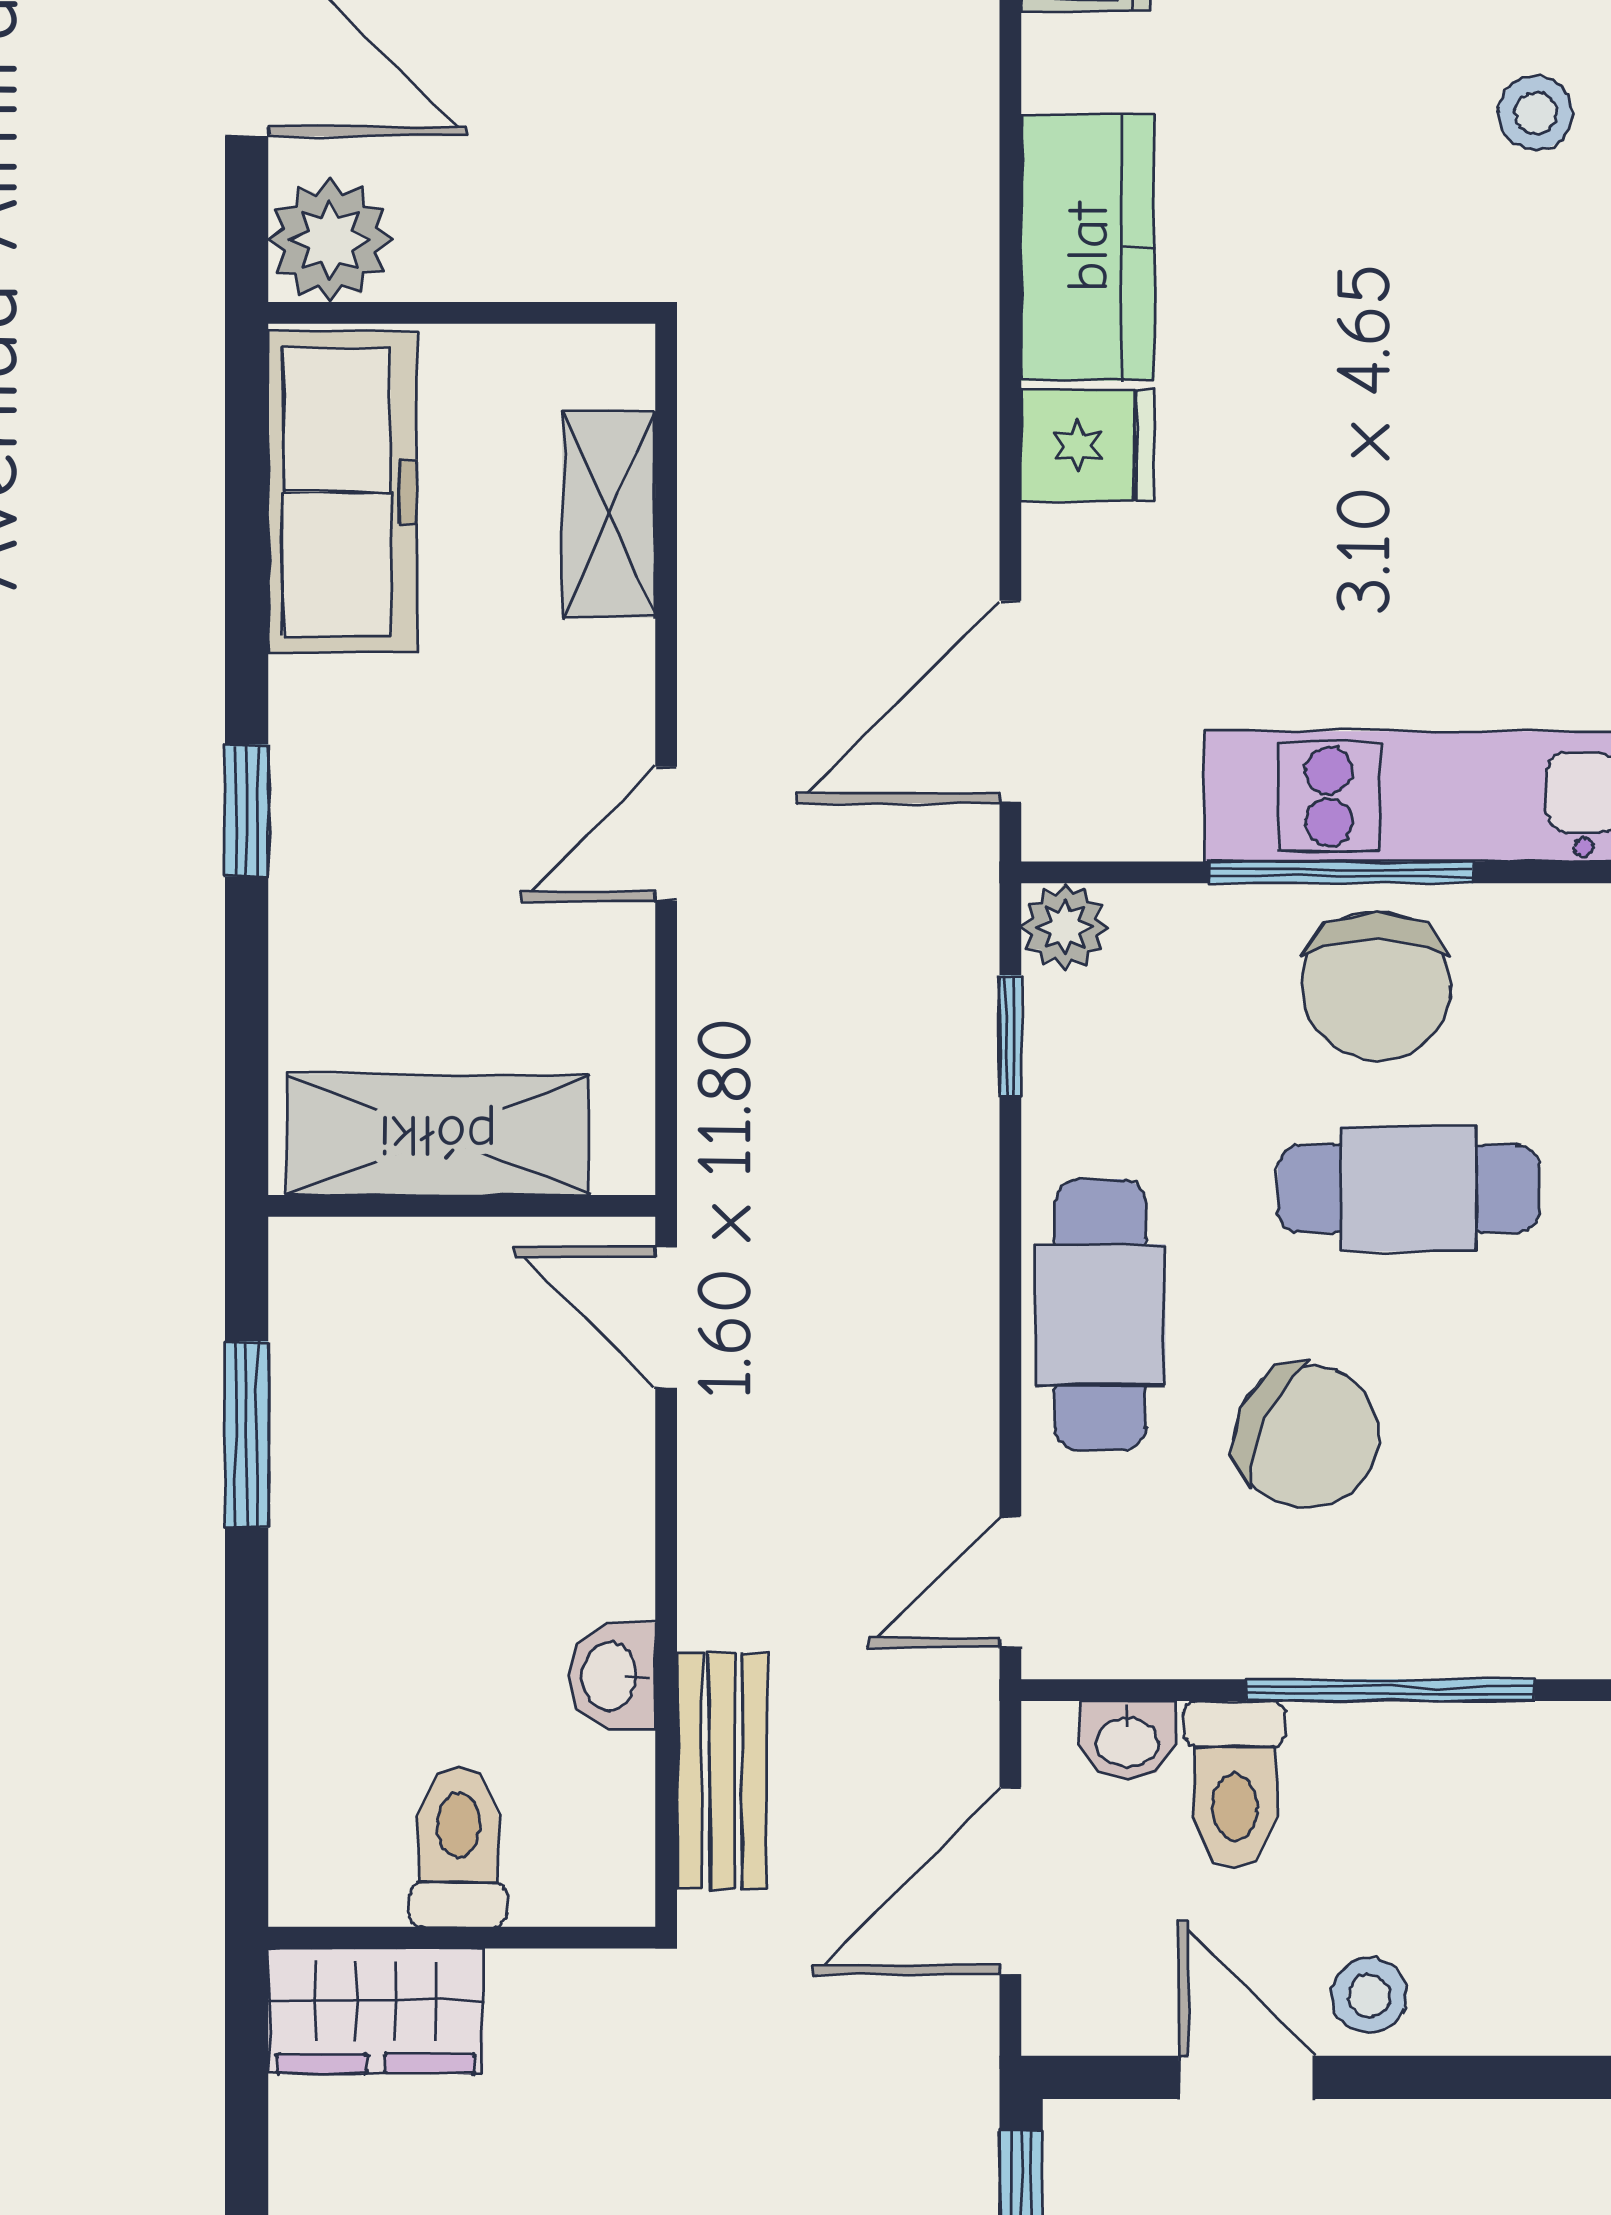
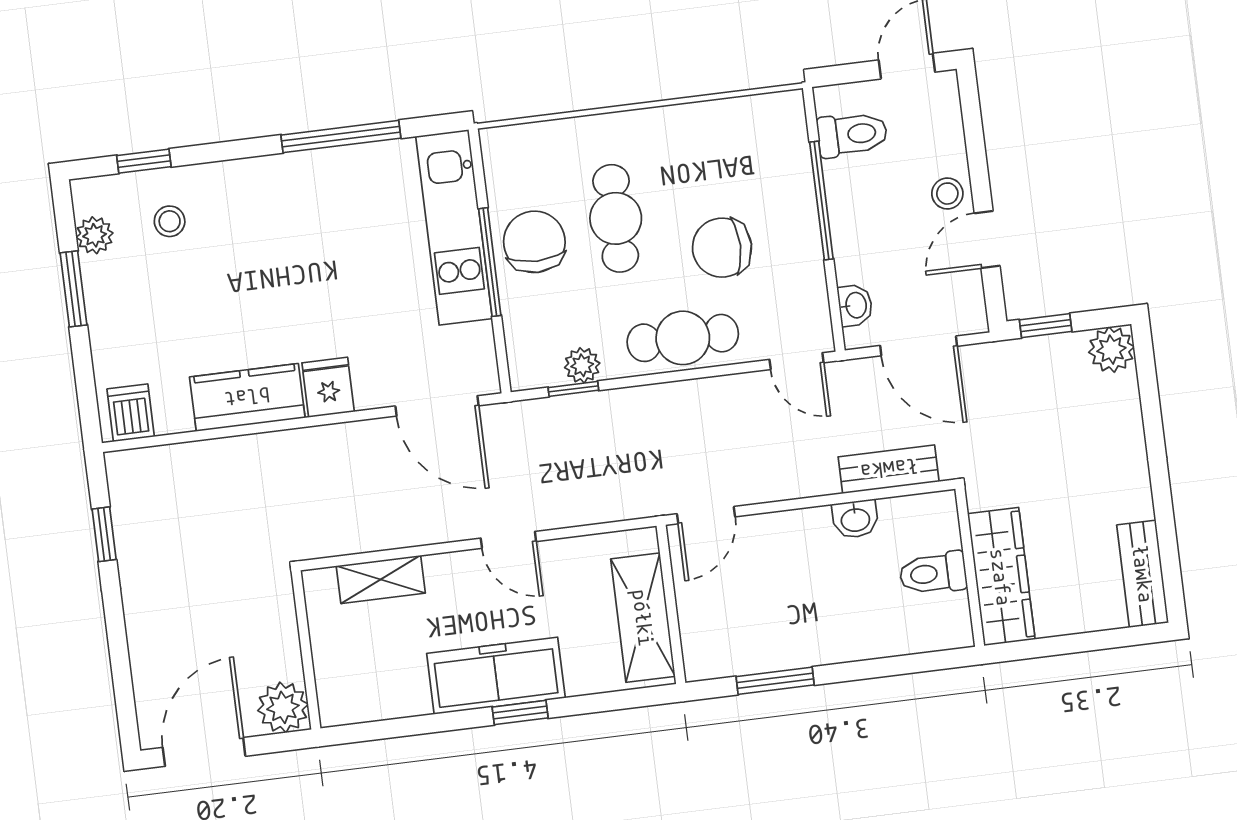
freezer: (343, 492) -> (496, 676), moved
plant: (1065, 927) -> (582, 365), moved
chair: (1376, 986) -> (534, 242), turned -90
chair: (1306, 1436) -> (722, 248), turned -115
toilet: (1235, 1784) -> (852, 134), moved
wardrobe: (376, 2011) -> (1001, 577), width x1.50

